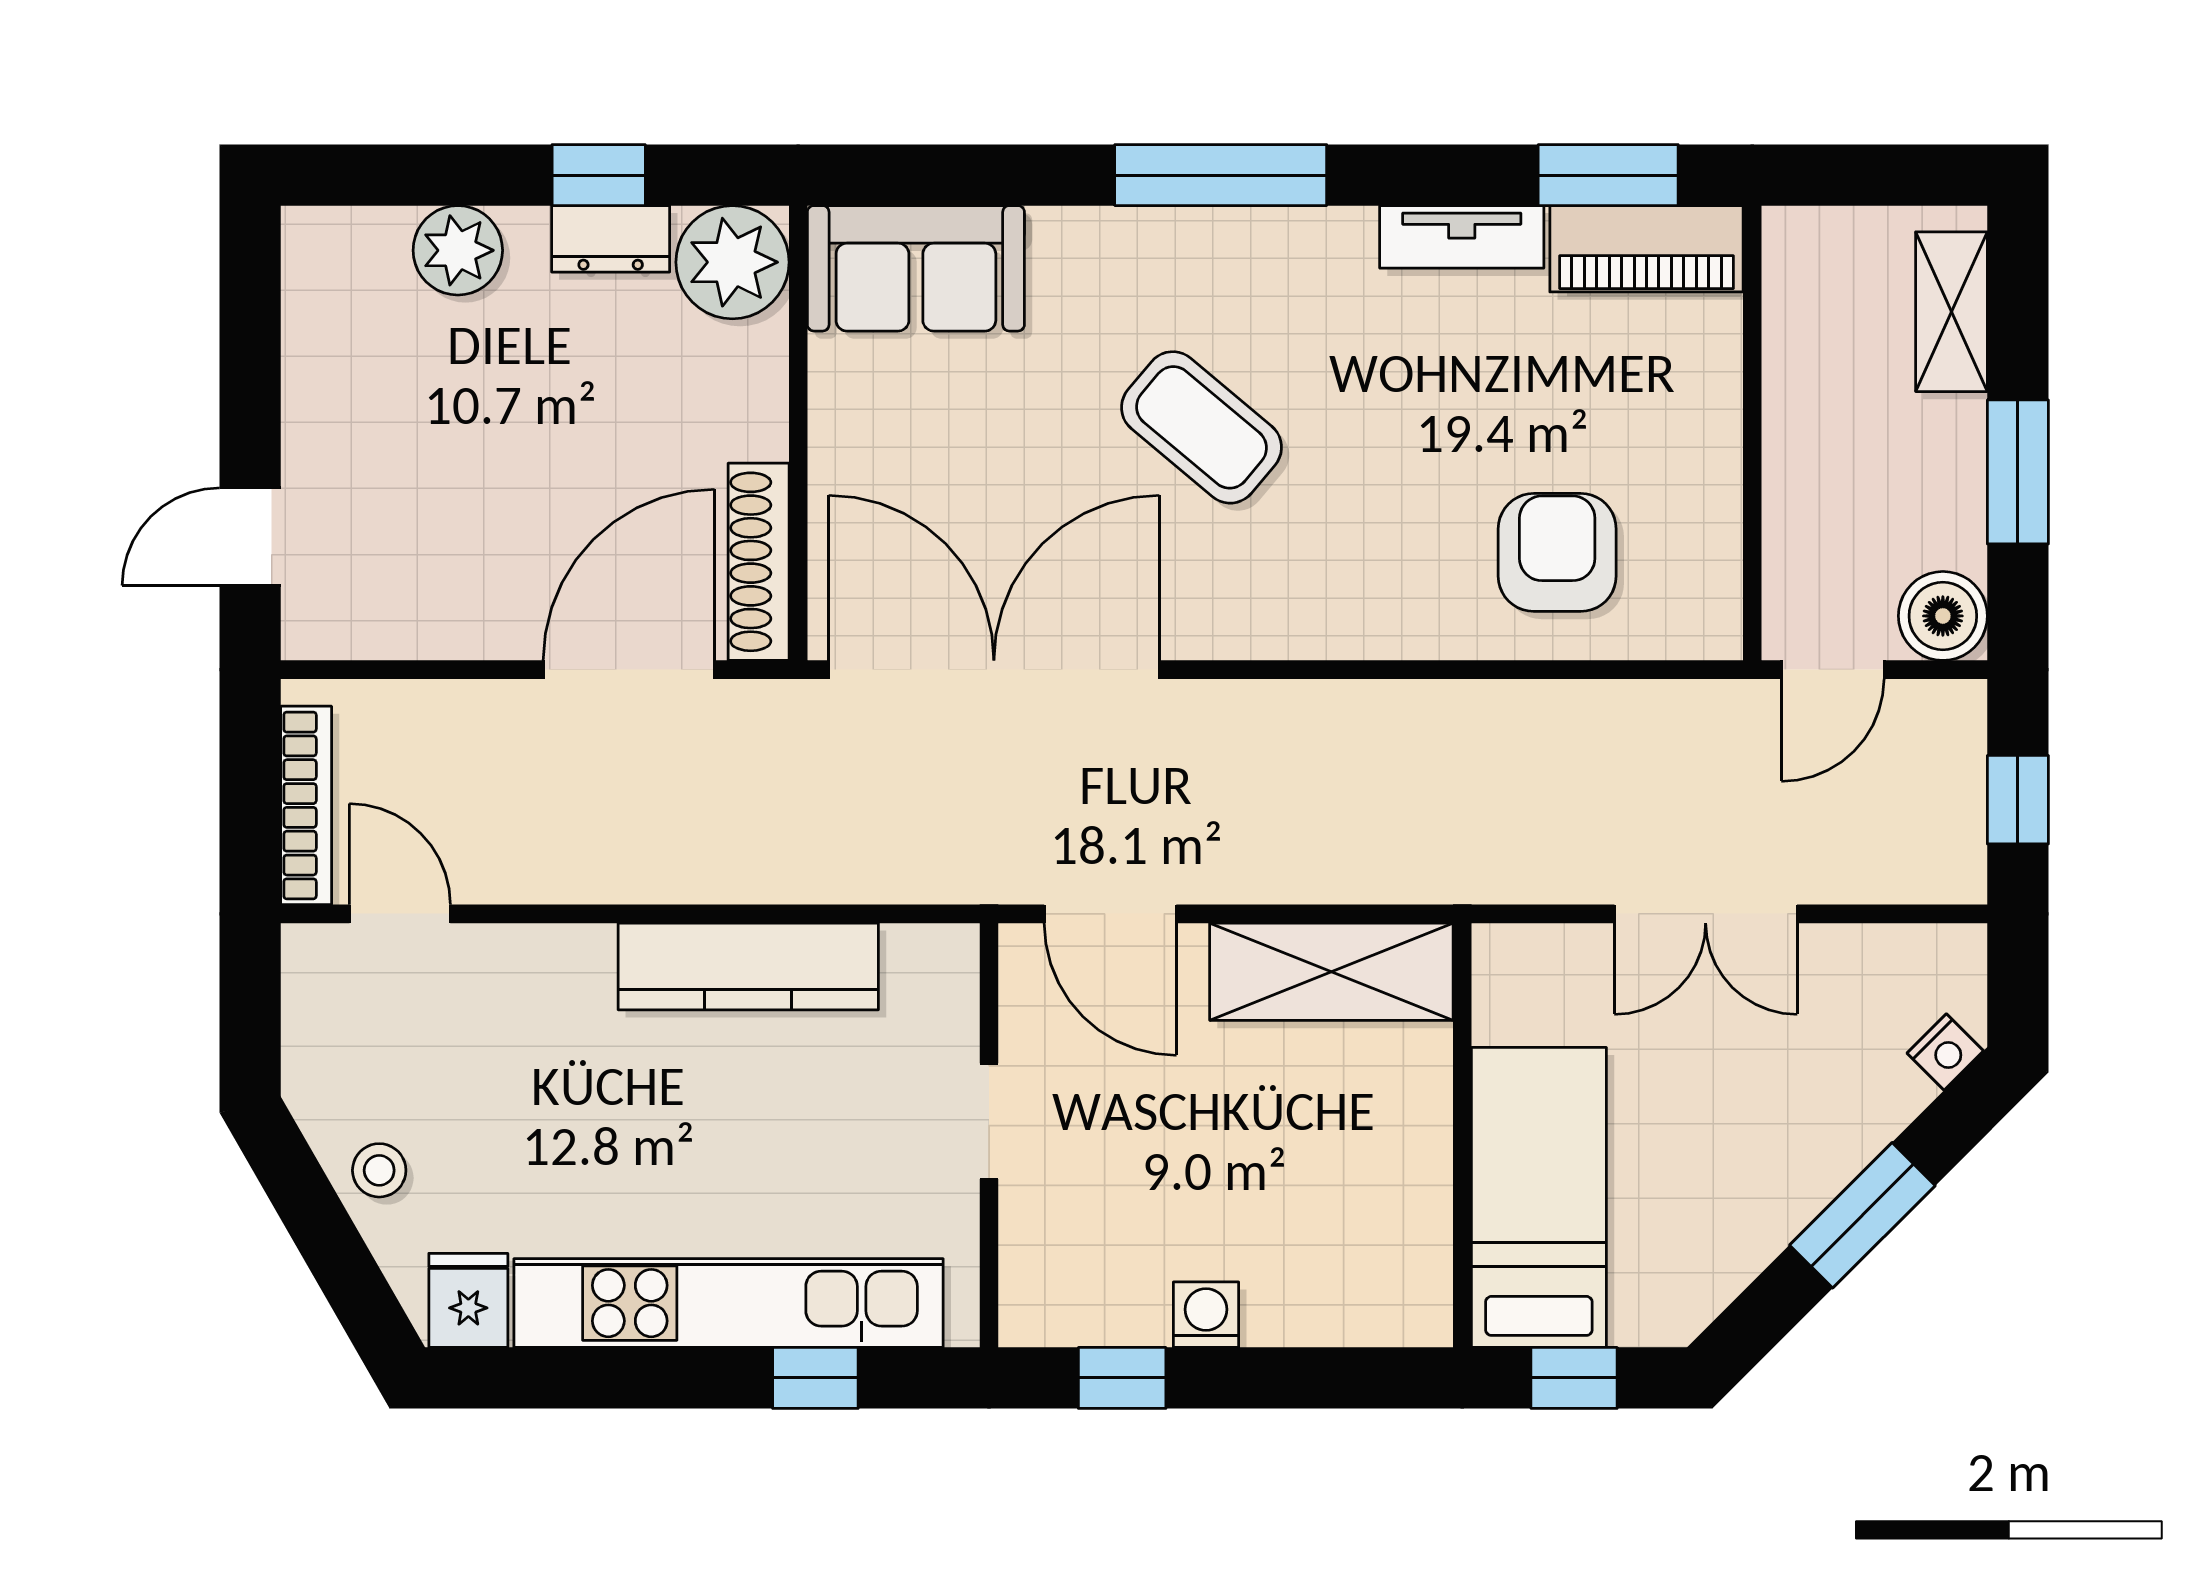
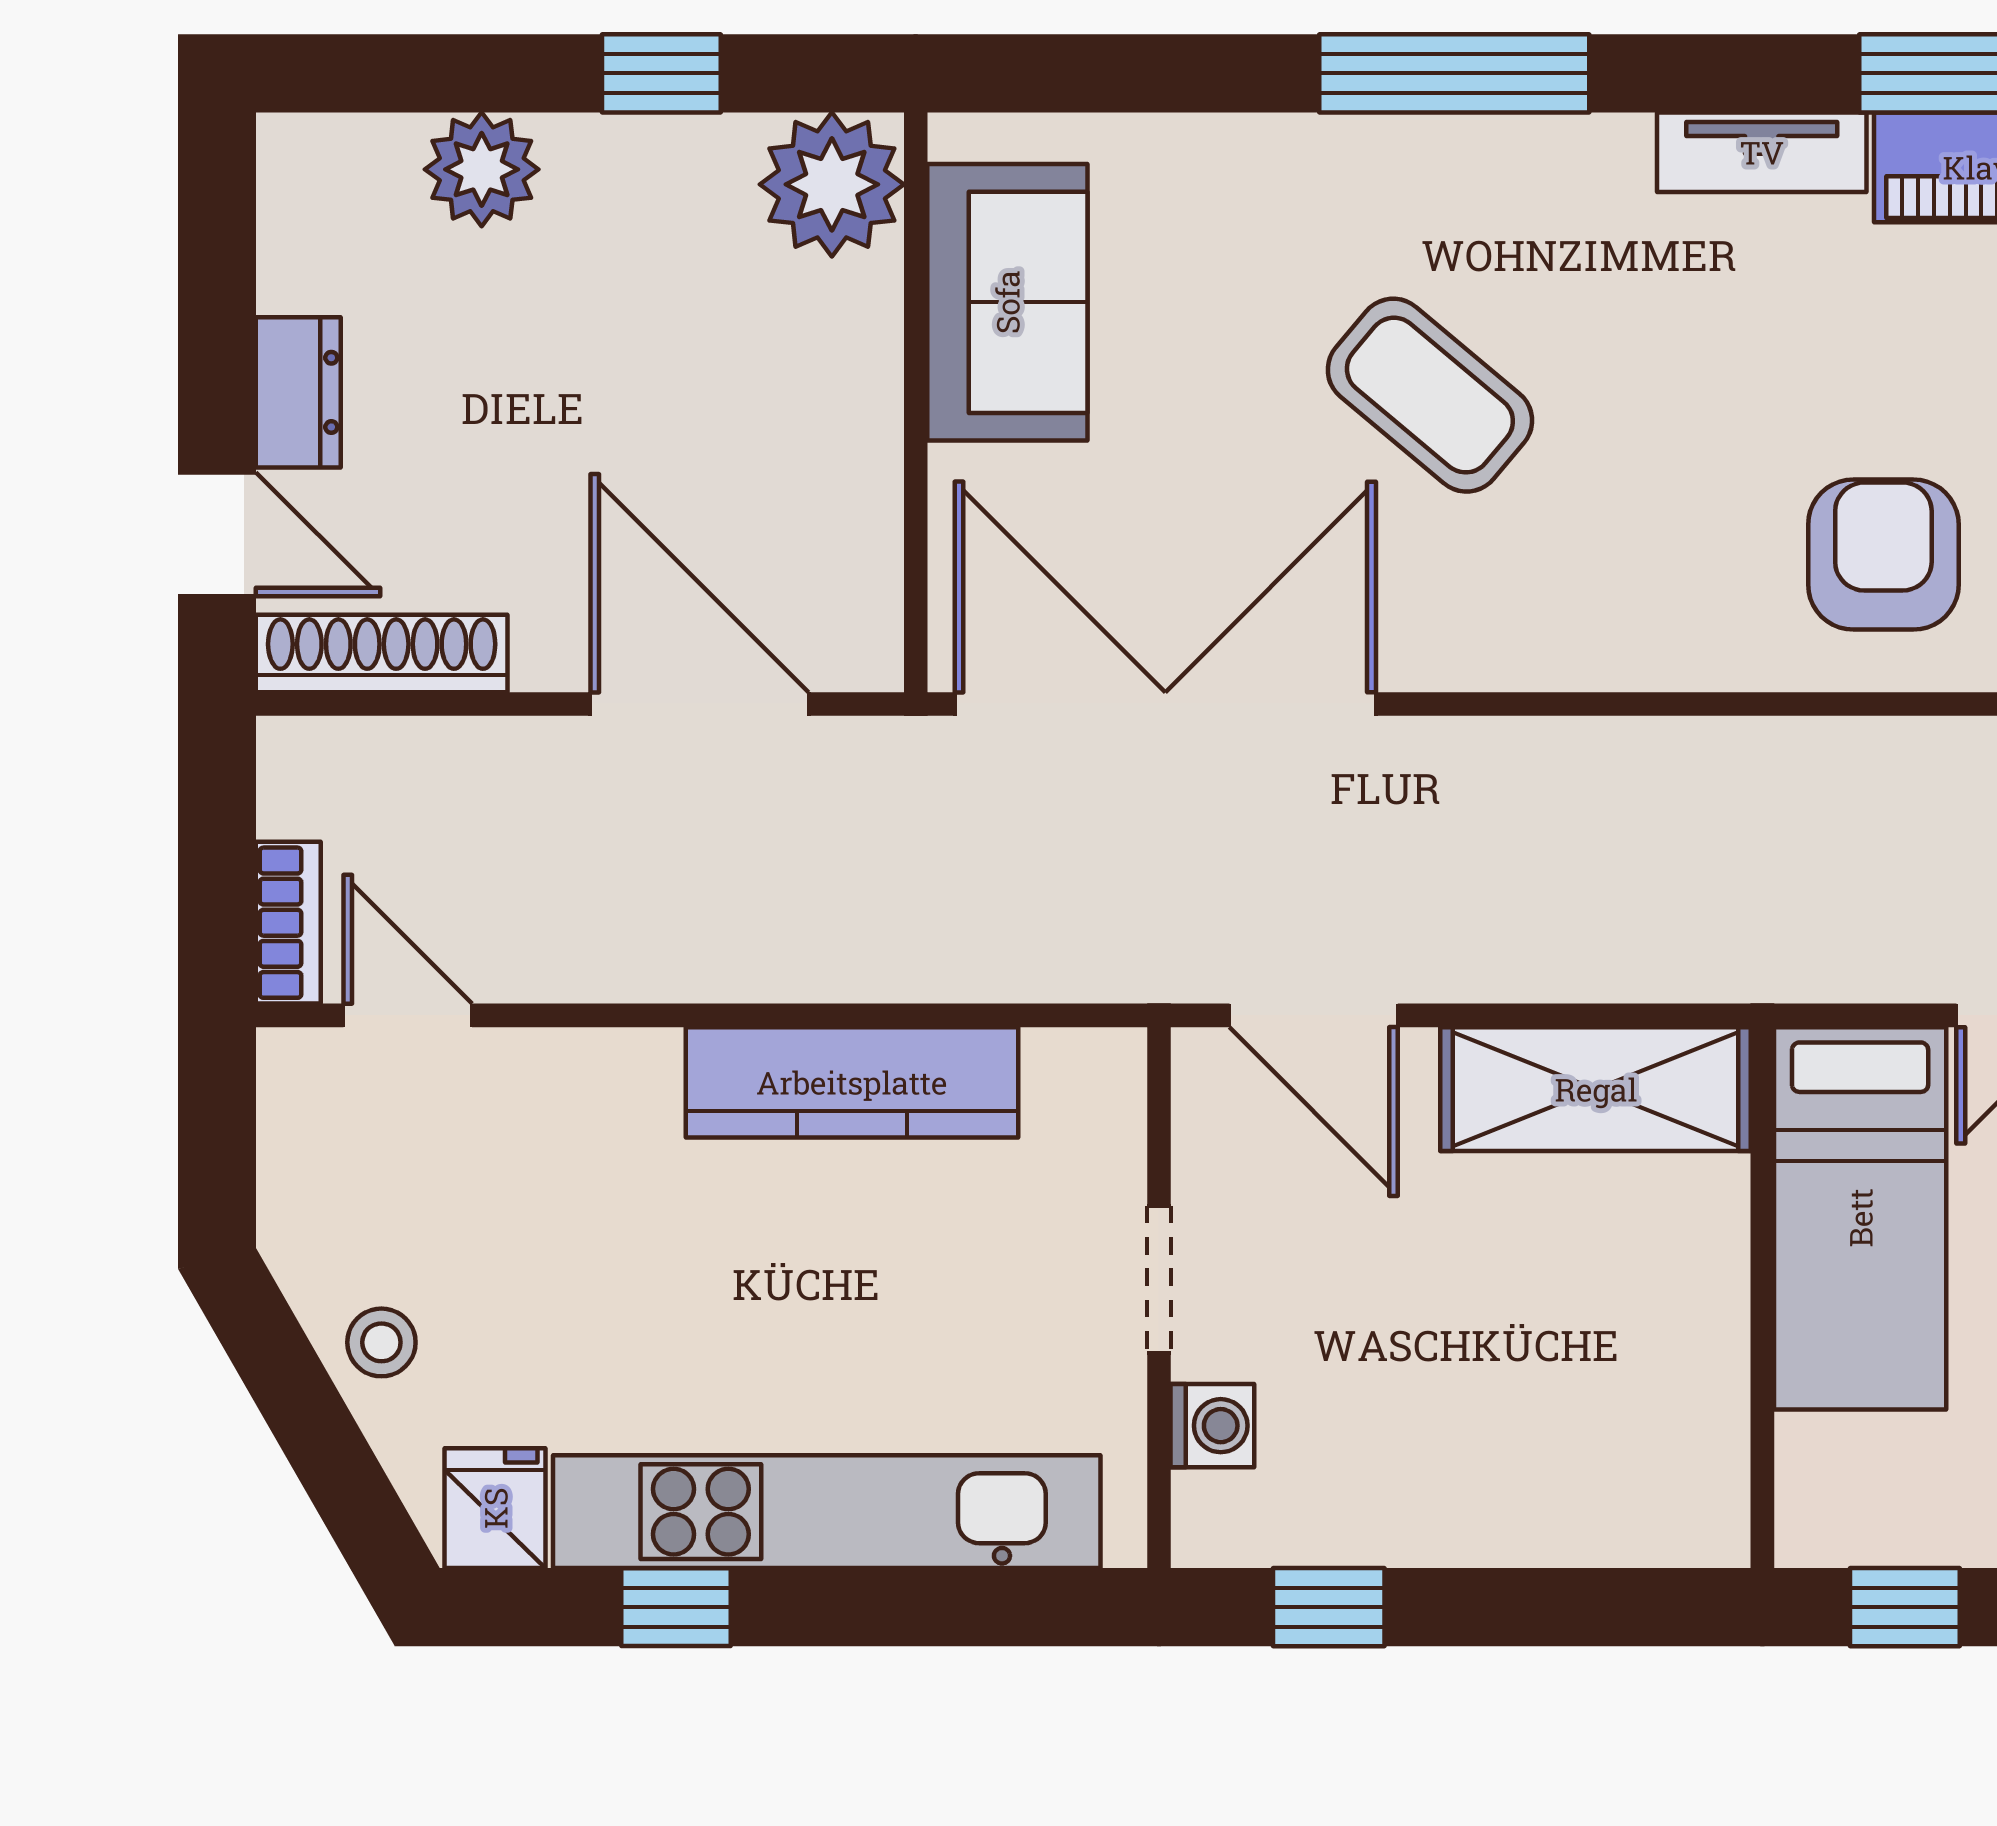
dresser: (611, 239) -> (298, 392), moved, turned -90
sofa: (916, 268) -> (1007, 302), moved, turned -90
door: (250, 537) -> (217, 534), swing flipped
shoe rack: (759, 562) -> (382, 653), moved, turned 90
door: (629, 670) -> (700, 704), hinge flipped
bookcase: (306, 805) -> (288, 923), width x0.64
bed: (1539, 1197) -> (1860, 1218), moved, turned 180
washing machine: (1206, 1315) -> (1212, 1426), moved, turned 90
window: (815, 1378) -> (676, 1607), moved

